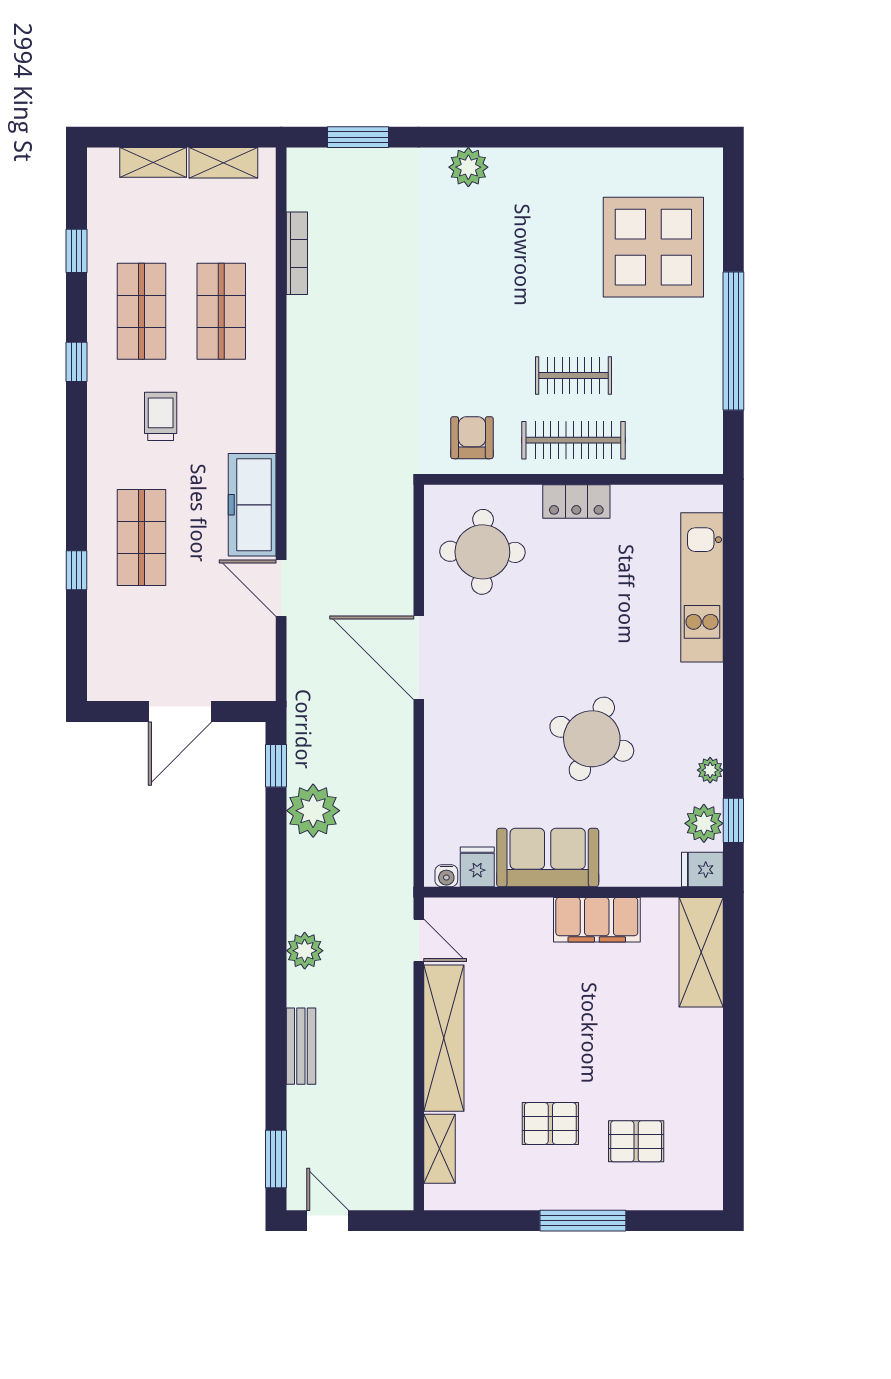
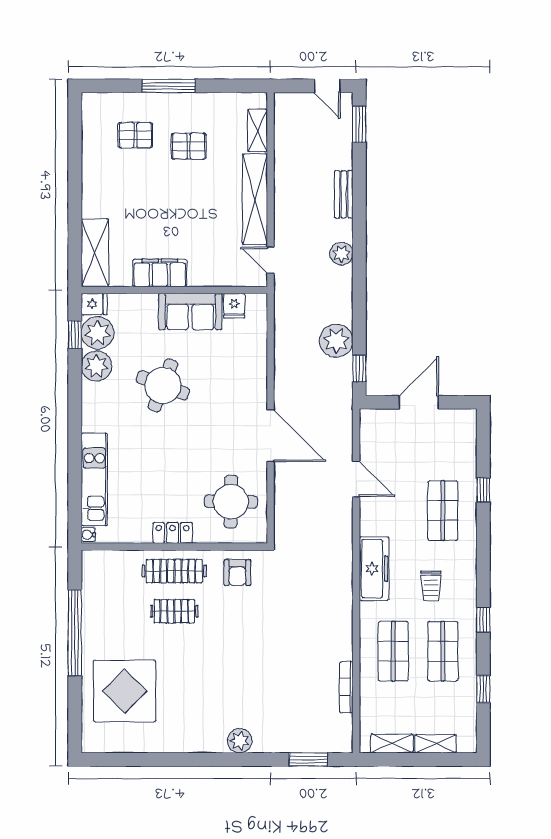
freezer: (252, 505) -> (374, 569), moved
plant: (710, 770) -> (96, 366), width x1.88, depth x1.88
plant: (704, 823) -> (98, 333), width x1.36, depth x1.36
water cooler: (446, 876) -> (88, 535), moved, turned -90

